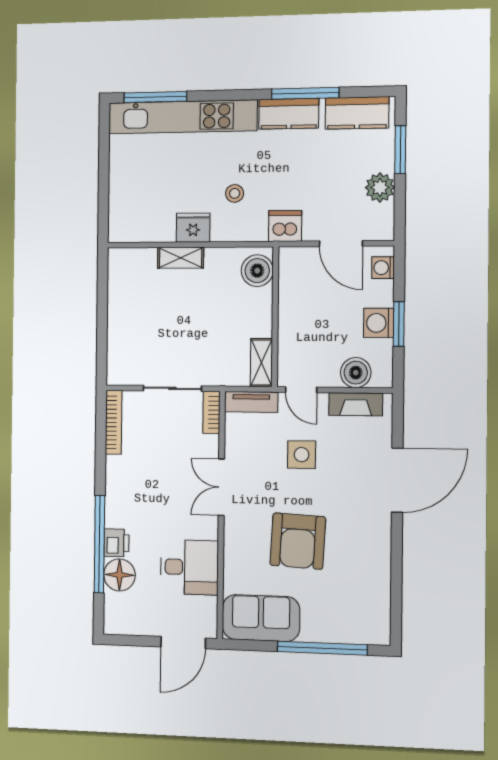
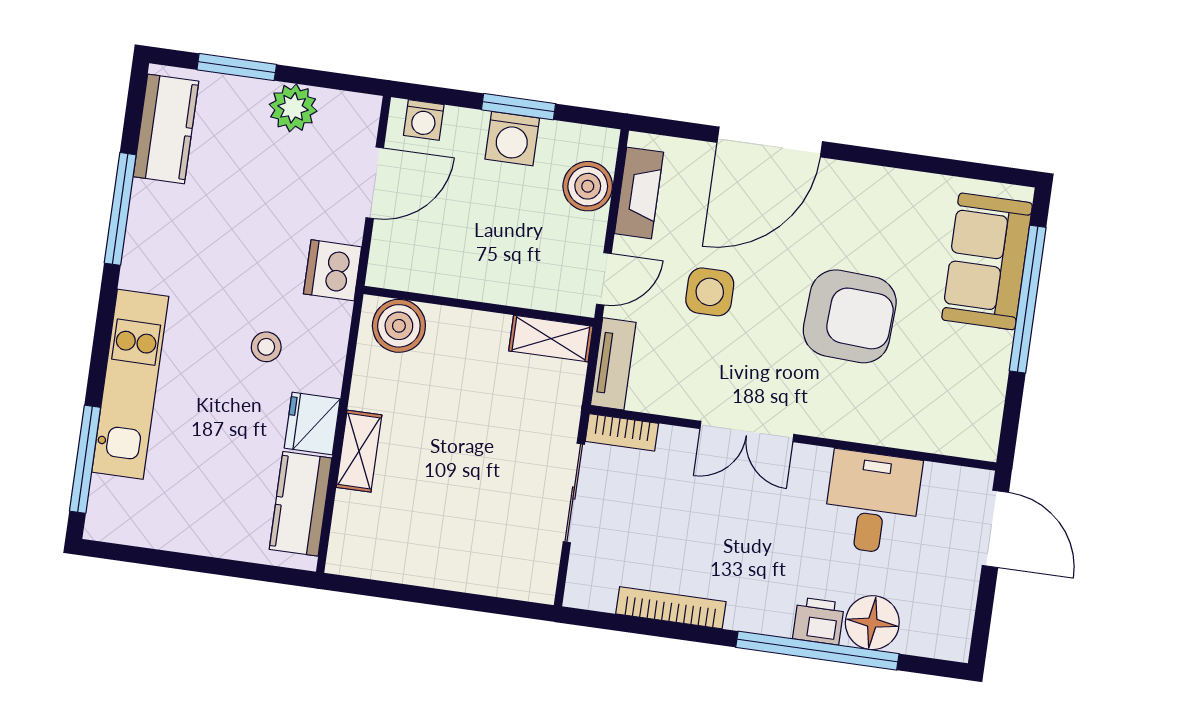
kitchen counter: (289, 114) -> (301, 504), moved, turned 180
kitchen unit: (183, 117) -> (130, 384), width x0.73
bookcase: (114, 422) -> (671, 608), moved
door: (397, 480) -> (770, 142), swing flipped
sofa: (261, 618) -> (987, 261), moved

